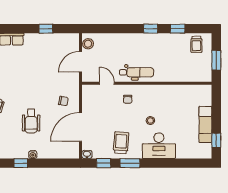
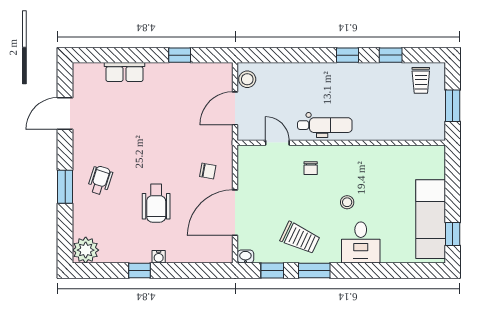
exam couch: (205, 124) -> (431, 219), width x1.36, depth x1.45
trolley: (121, 143) -> (300, 238), turned 111
desk: (159, 146) -> (361, 243), width x0.73

